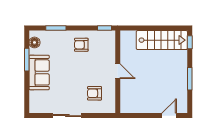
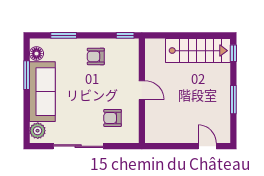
sofa: (39, 72) -> (42, 92), width x1.36
plant: (35, 103) -> (38, 131), added
sliding door: (67, 116) -> (78, 146), width x1.37
door: (169, 116) -> (207, 146), hinge flipped

